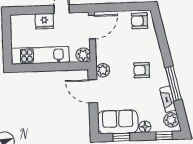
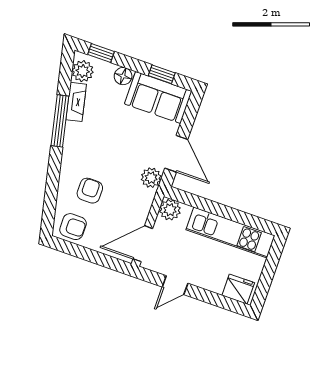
fridge: (44, 21) -> (238, 289), moved
armchair: (142, 70) -> (90, 191), moved, turned -90

